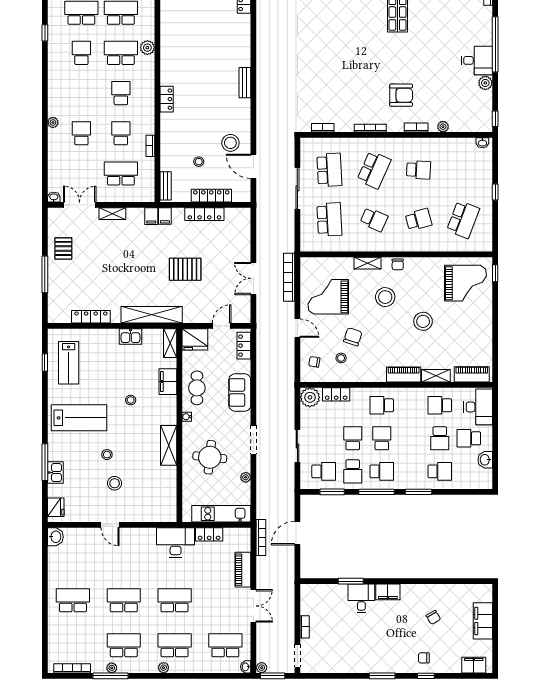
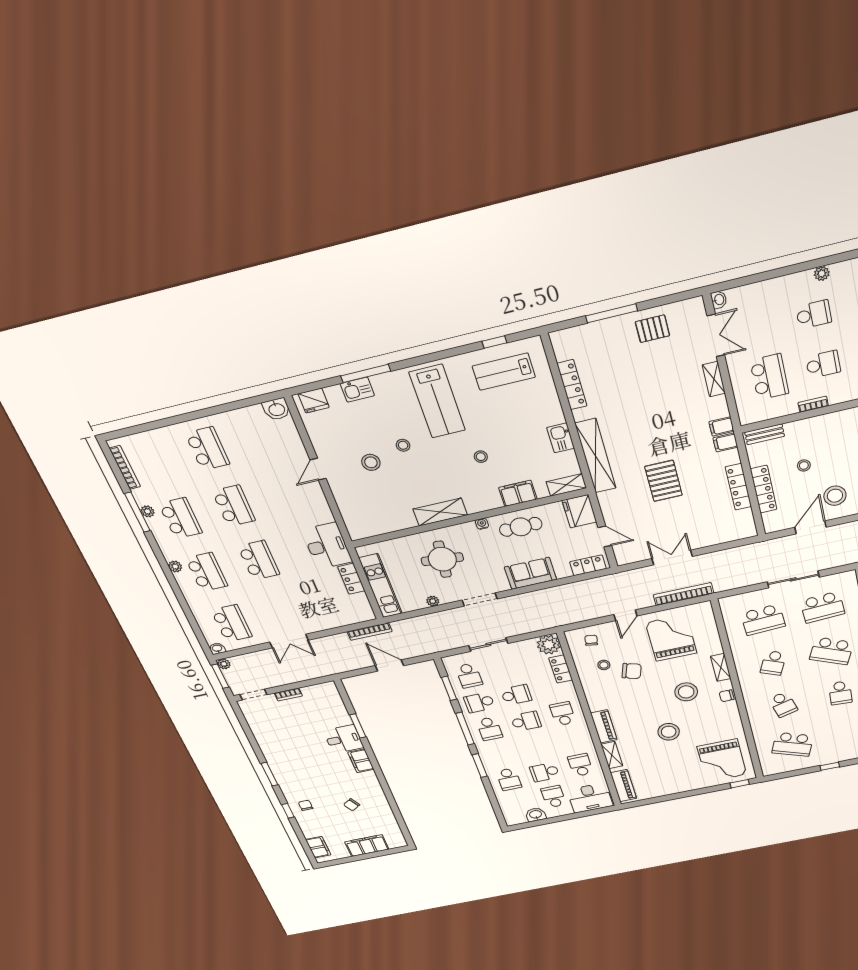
piano: (243, 570) -> (325, 622), removed

